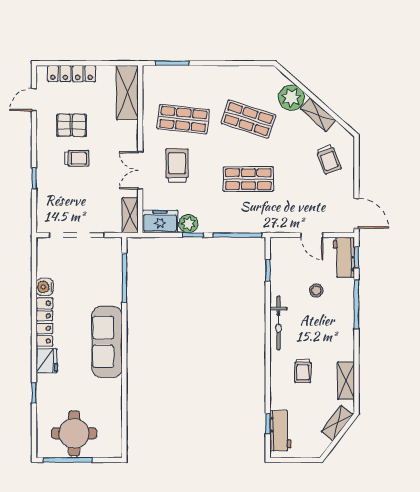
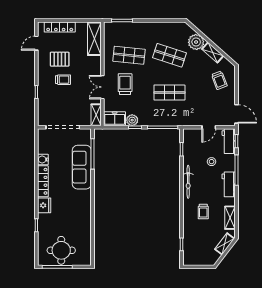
door: (312, 235) -> (209, 127), hinge flipped
sofa: (107, 342) -> (82, 167), moved
workbench: (280, 431) -> (229, 184), moved, turned 180

